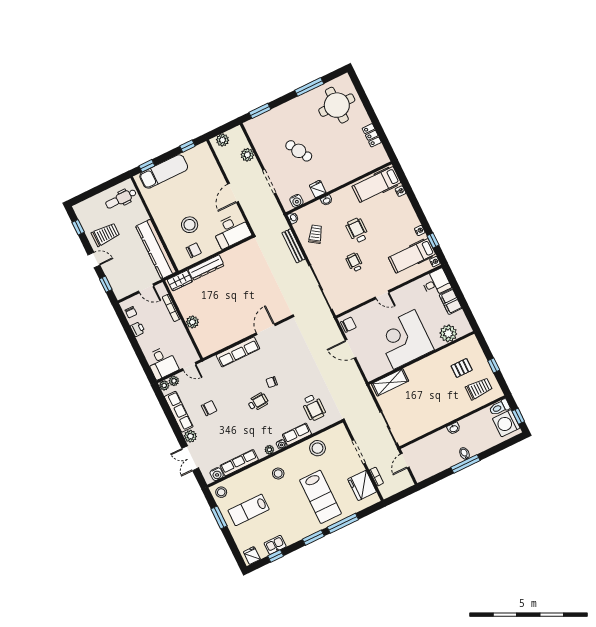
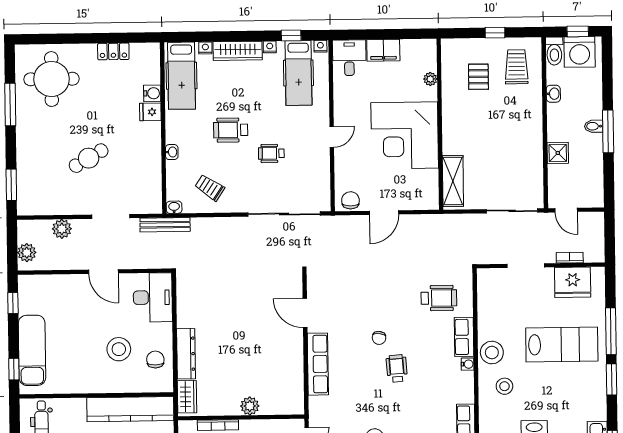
fridge: (318, 189) -> (150, 112), moved
water cooler: (296, 201) -> (152, 93), moved
wardrobe: (408, 212) -> (238, 51), added
bench: (294, 246) -> (165, 225), moved
plant: (448, 333) -> (430, 79), width x0.53, depth x0.53
washbasin: (454, 428) -> (553, 94), moved
shower: (438, 439) -> (558, 153), added
stool: (317, 448) -> (492, 352), moved
plant: (269, 450) -> (467, 383), removed

